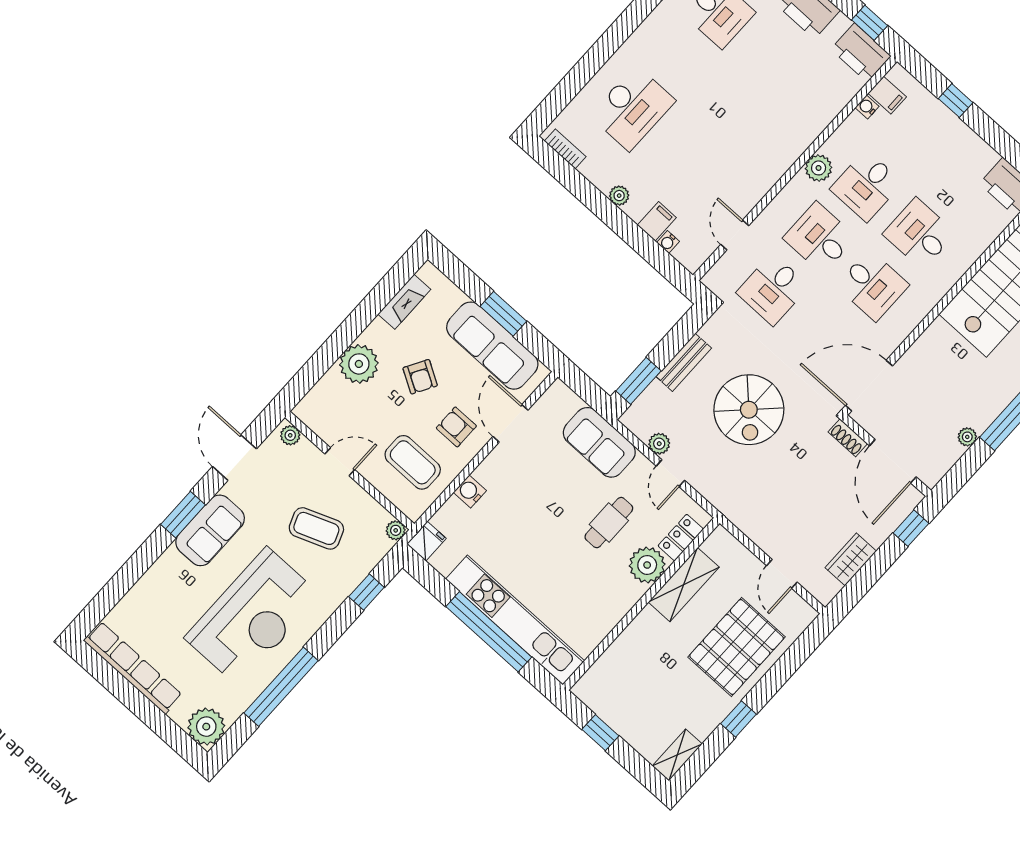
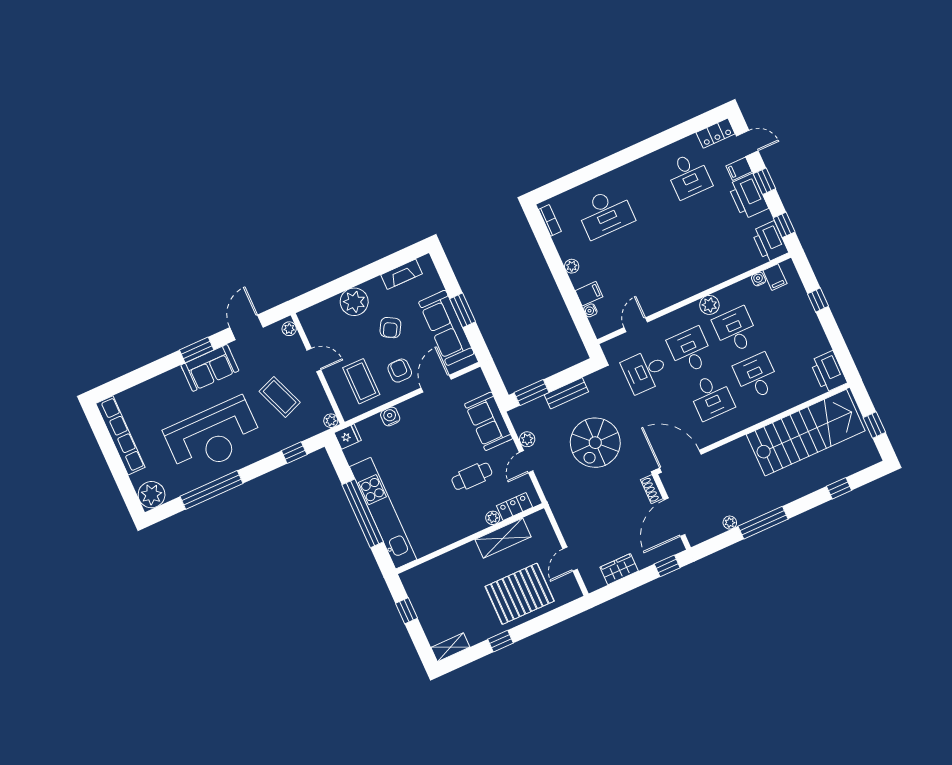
desk: (866, 186) -> (736, 330), turned 90
plant: (647, 565) -> (493, 518), width x0.53, depth x0.53

